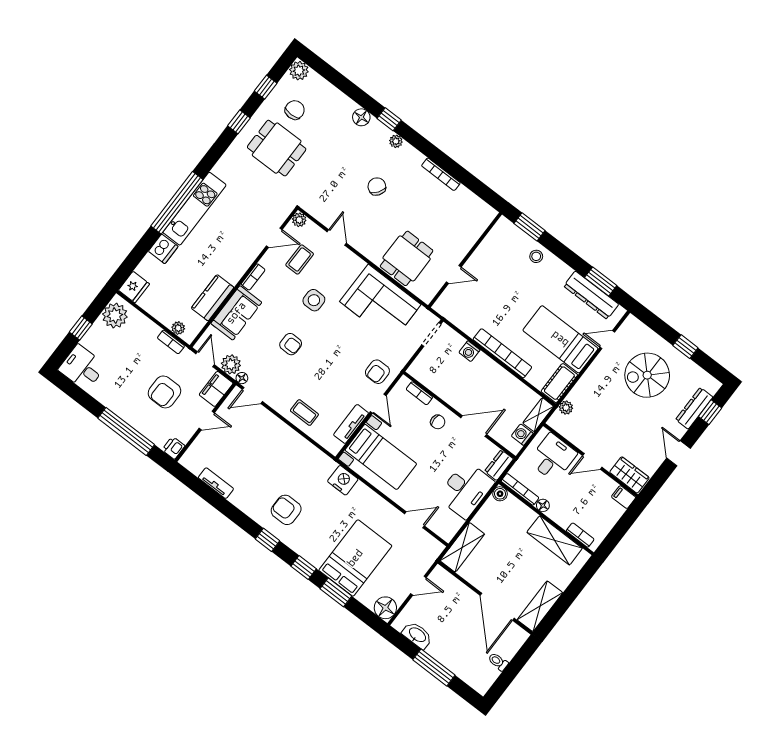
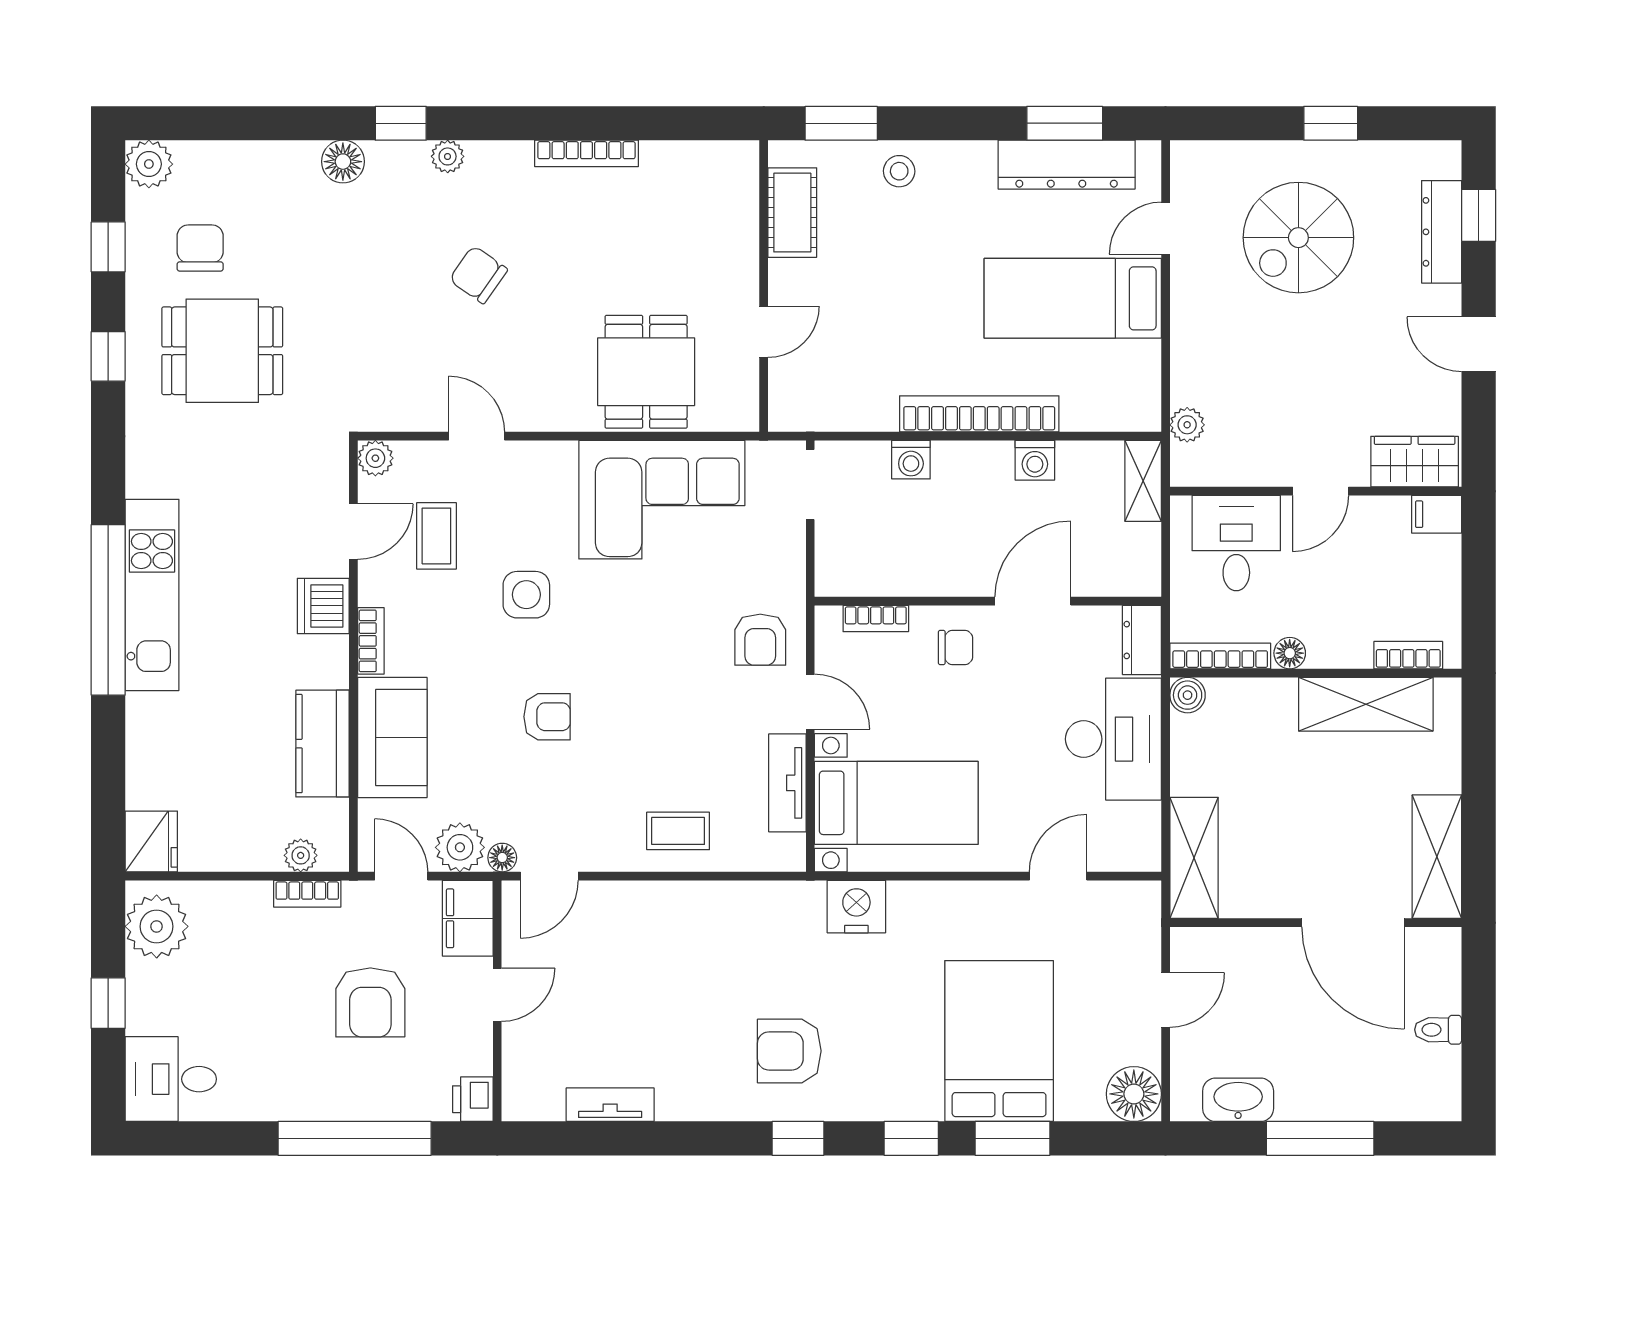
dishwasher: (163, 249) -> (323, 606), moved, turned 180
cot: (559, 383) -> (792, 213), moved
washing machine: (522, 435) -> (1035, 460), moved, turned -90

